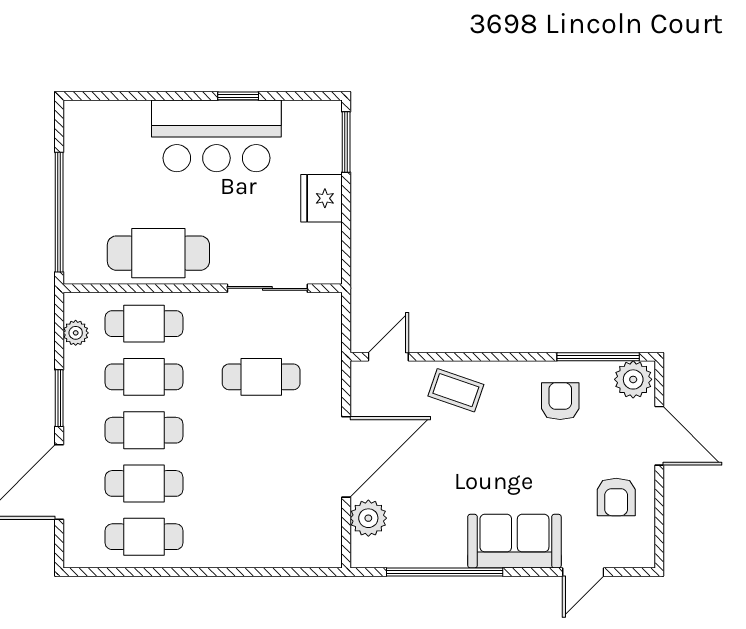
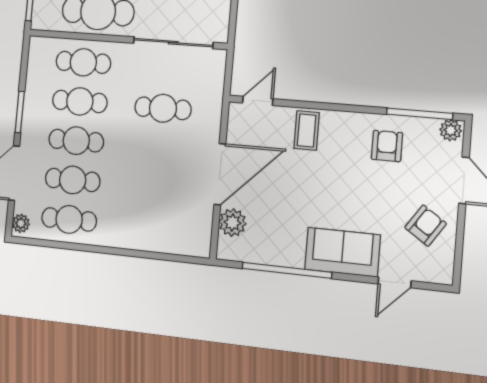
sliding door: (267, 288) -> (173, 43), width x1.37
plant: (76, 333) -> (21, 223), moved
plant: (633, 379) -> (451, 130), width x0.73, depth x0.73
coffee table: (456, 390) -> (307, 131), turned 71
armchair: (616, 497) -> (426, 226), turned -146

